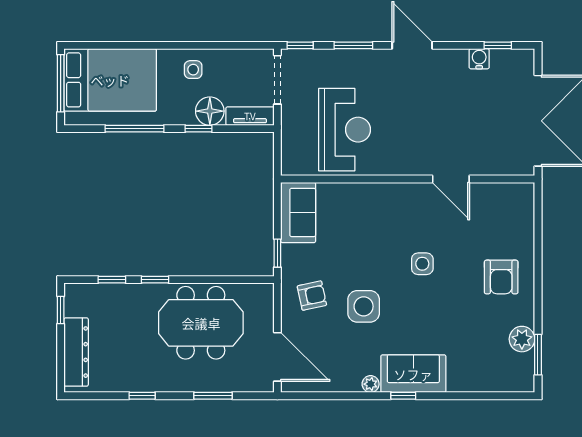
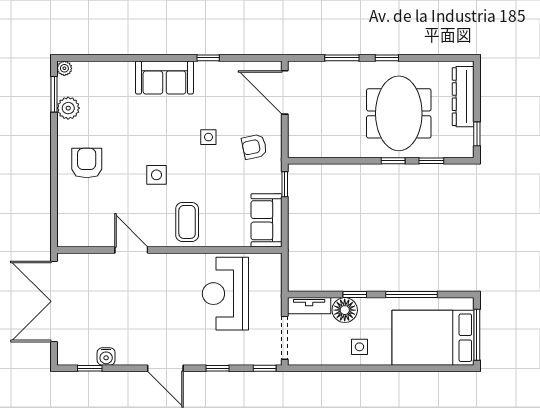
window: (353, 45) -> (217, 368), width x0.67
coffee table: (388, 211) -> (187, 222), added
side table: (364, 306) -> (208, 137), width x0.54, depth x0.54
meeting table: (201, 323) -> (399, 113), moved, turned 90
plant: (371, 384) -> (64, 68), moved
window: (142, 396) -> (387, 58), moved
window: (403, 396) -> (208, 58), moved

